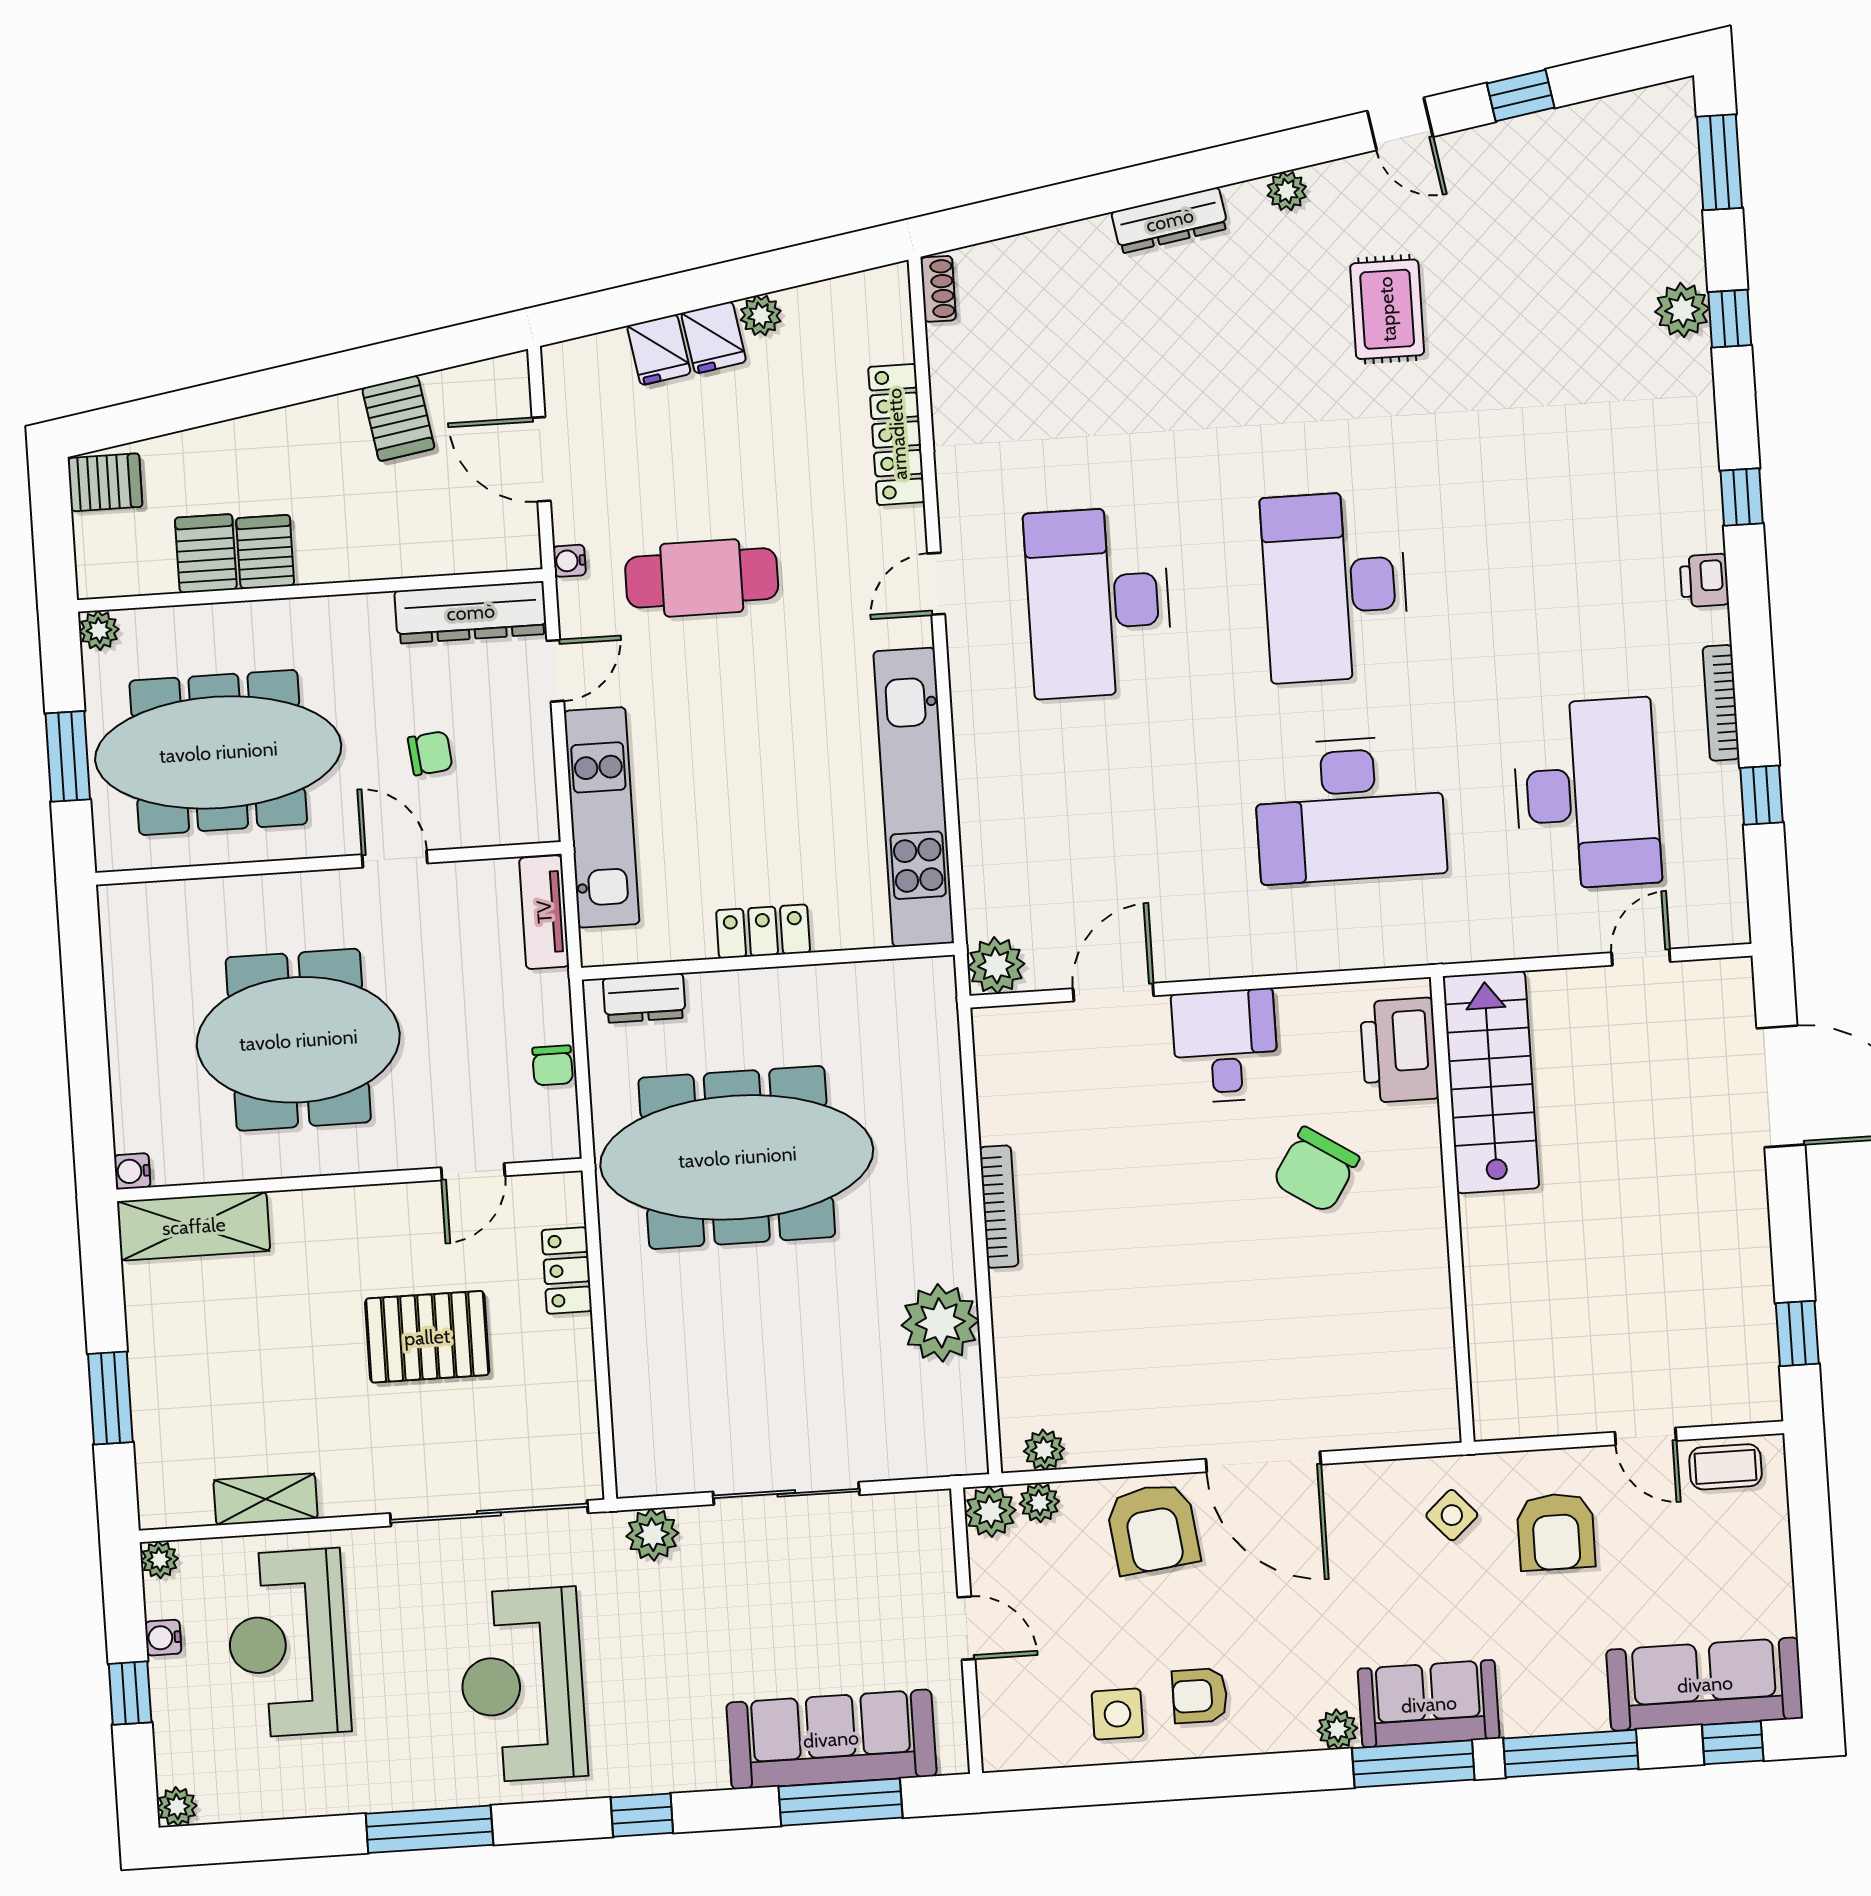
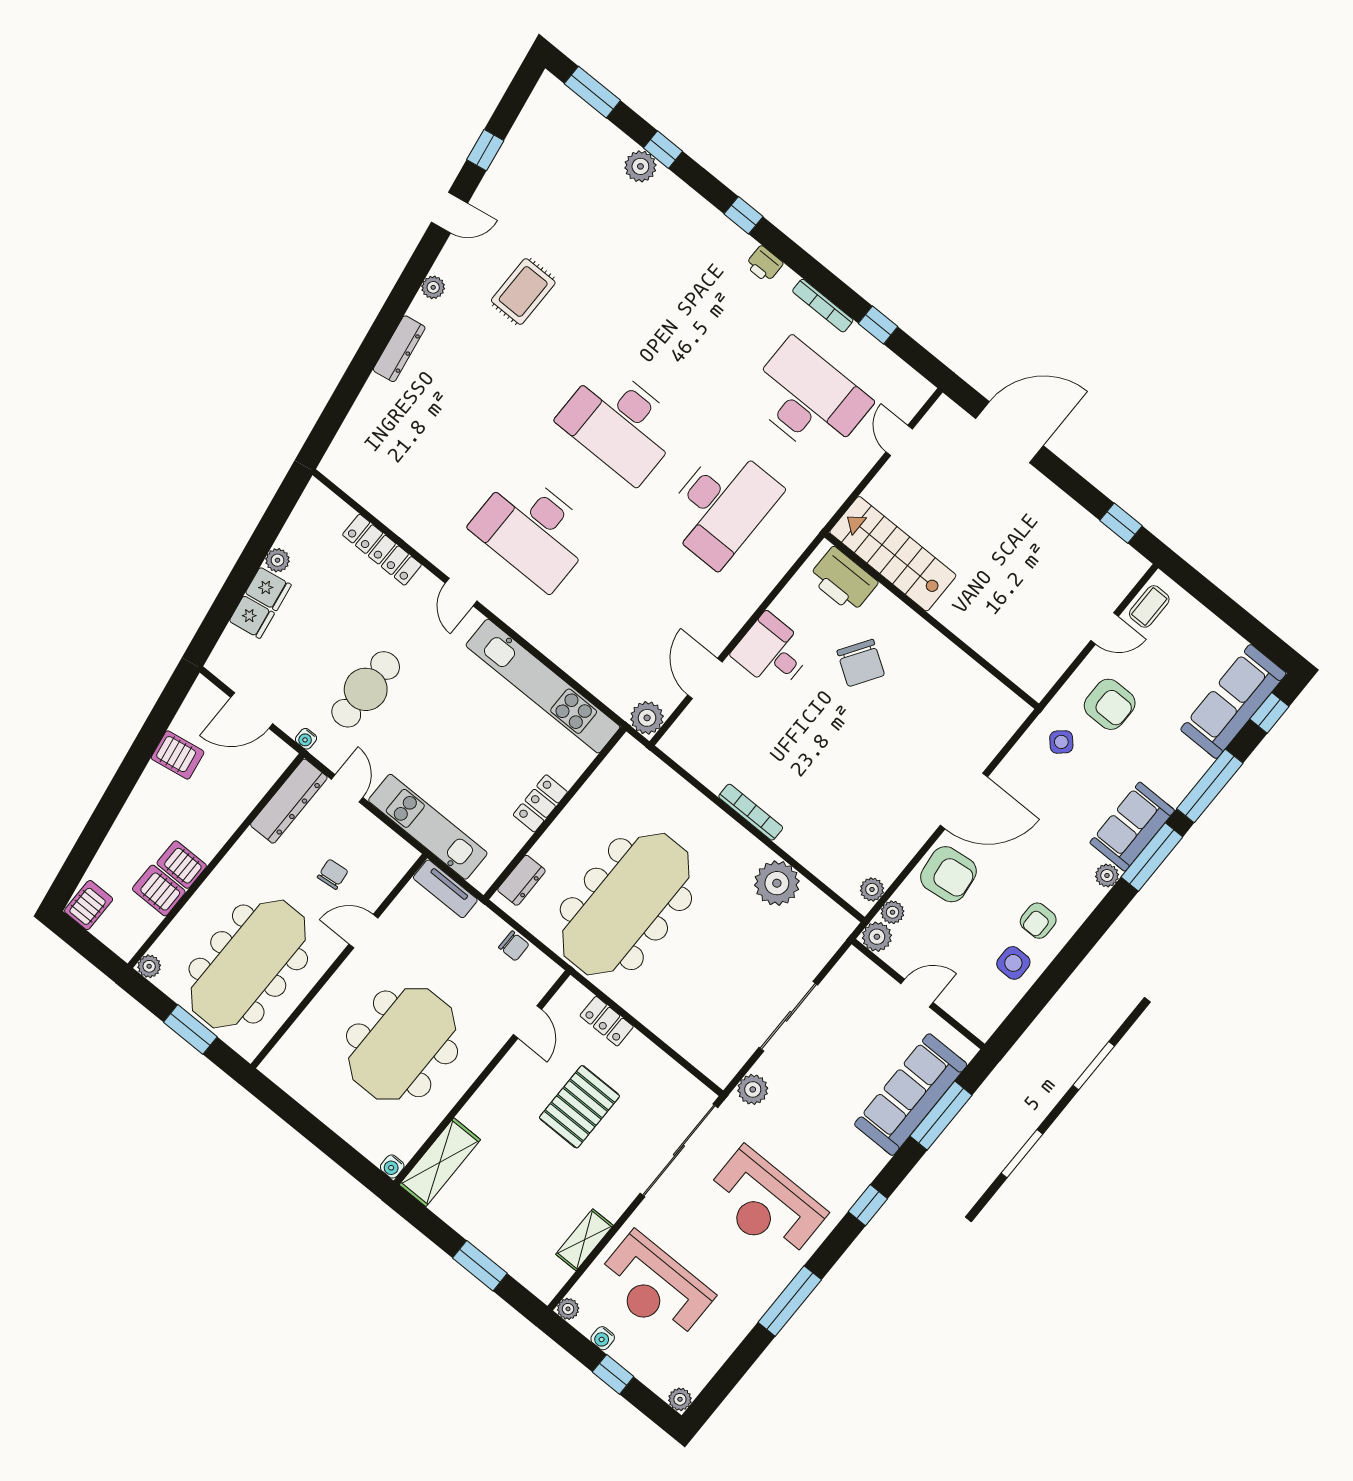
shoe rack: (938, 289) -> (337, 474), removed
rug: (1387, 309) -> (523, 292), turned 90

